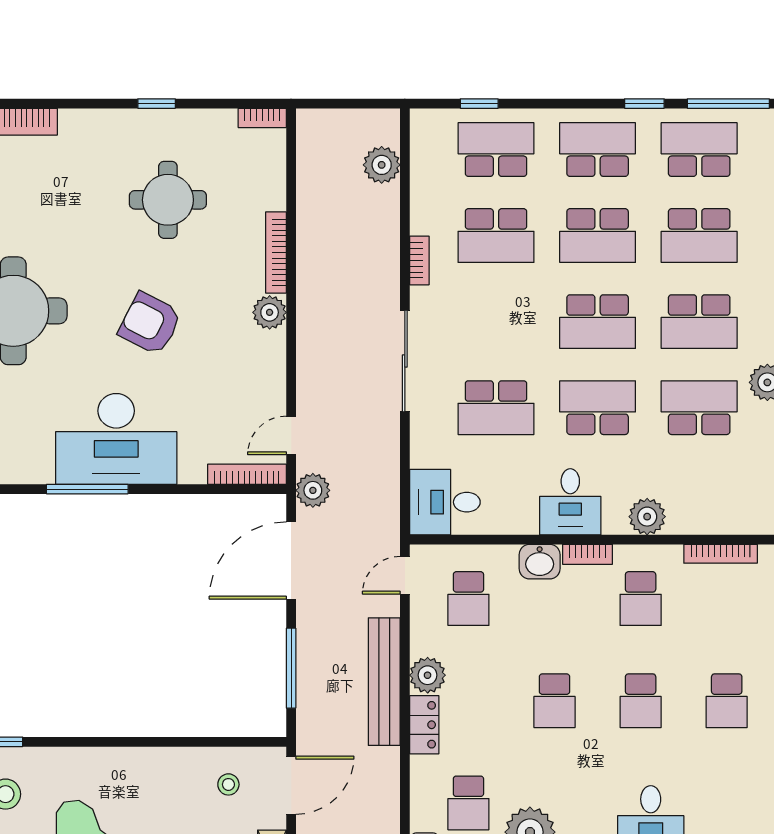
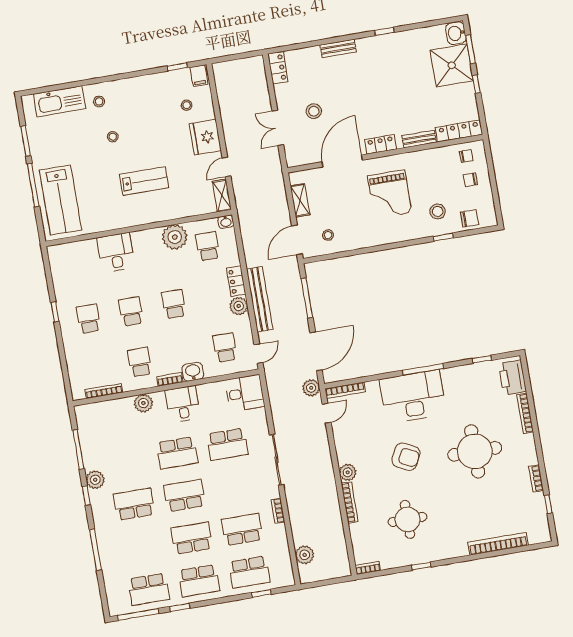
school desk: (699, 236) -> (141, 547), removed
school desk: (496, 408) -> (227, 444), turned 180
school desk: (699, 408) -> (127, 461), removed

